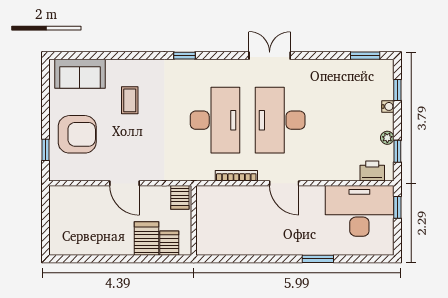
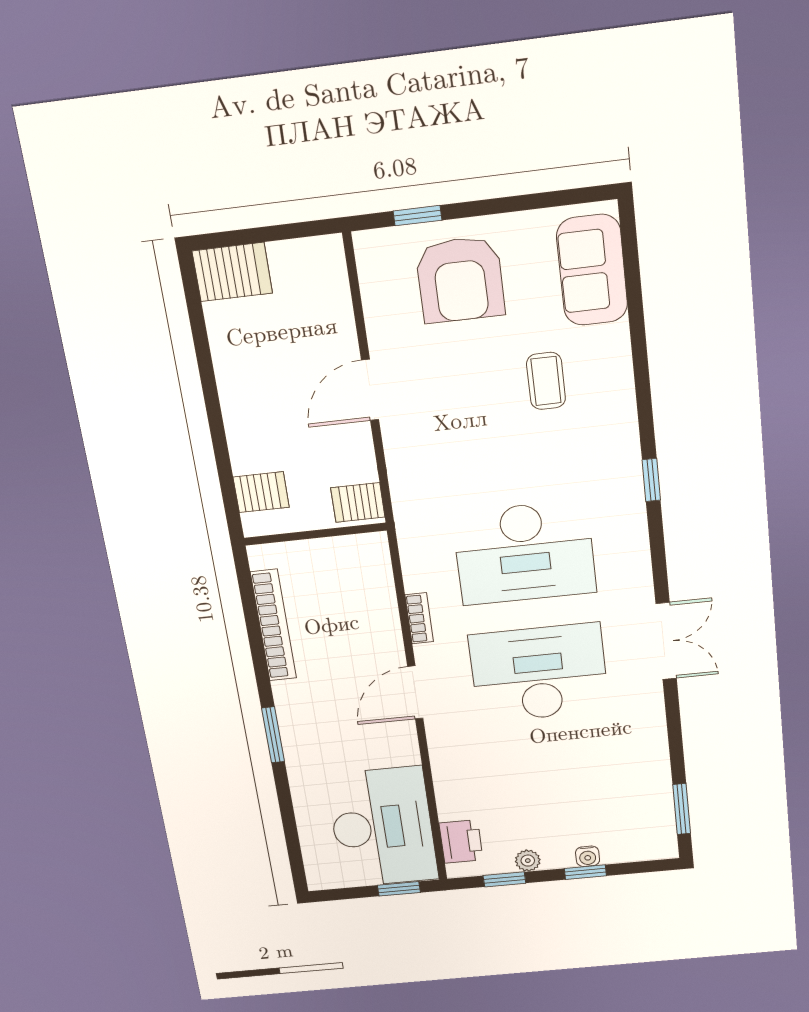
window: (397, 90) -> (585, 872), moved
coffee table: (130, 100) -> (546, 381), turned 90
bookcase: (236, 176) -> (419, 618), width x0.64
server rack: (147, 239) -> (232, 272), moved
bookcase: (240, 249) -> (274, 625), added
window: (318, 259) -> (273, 735), moved

